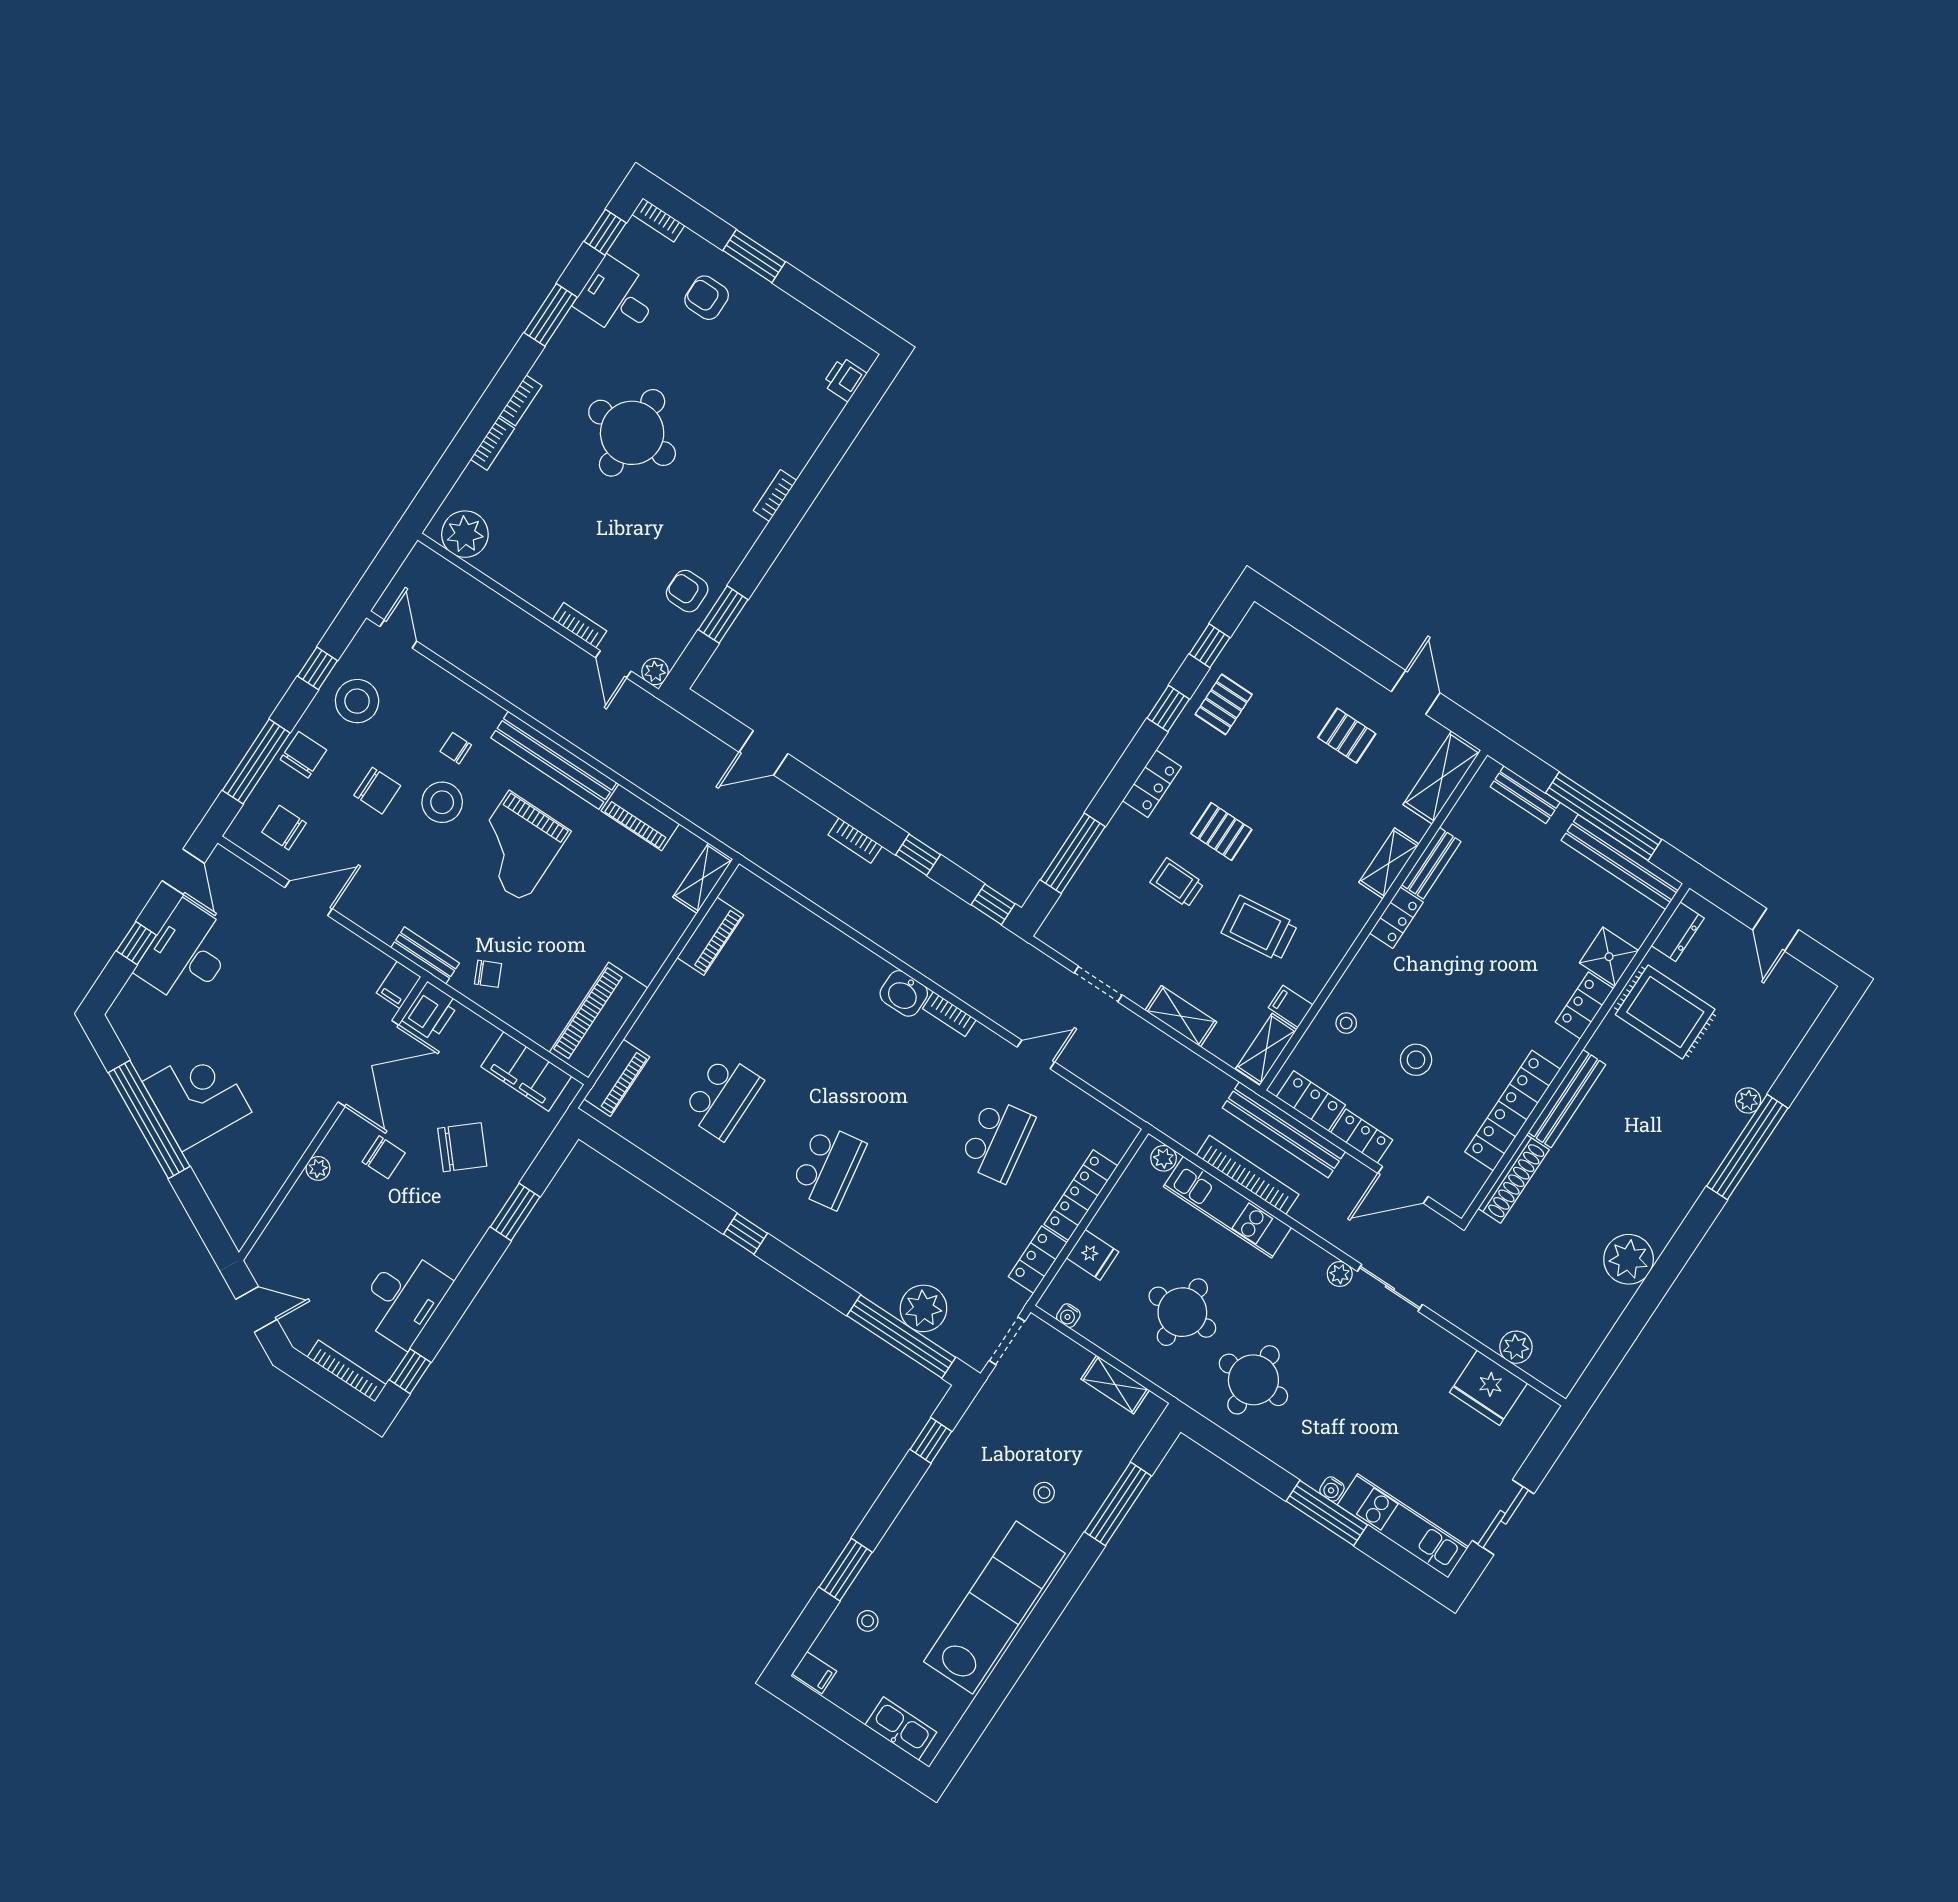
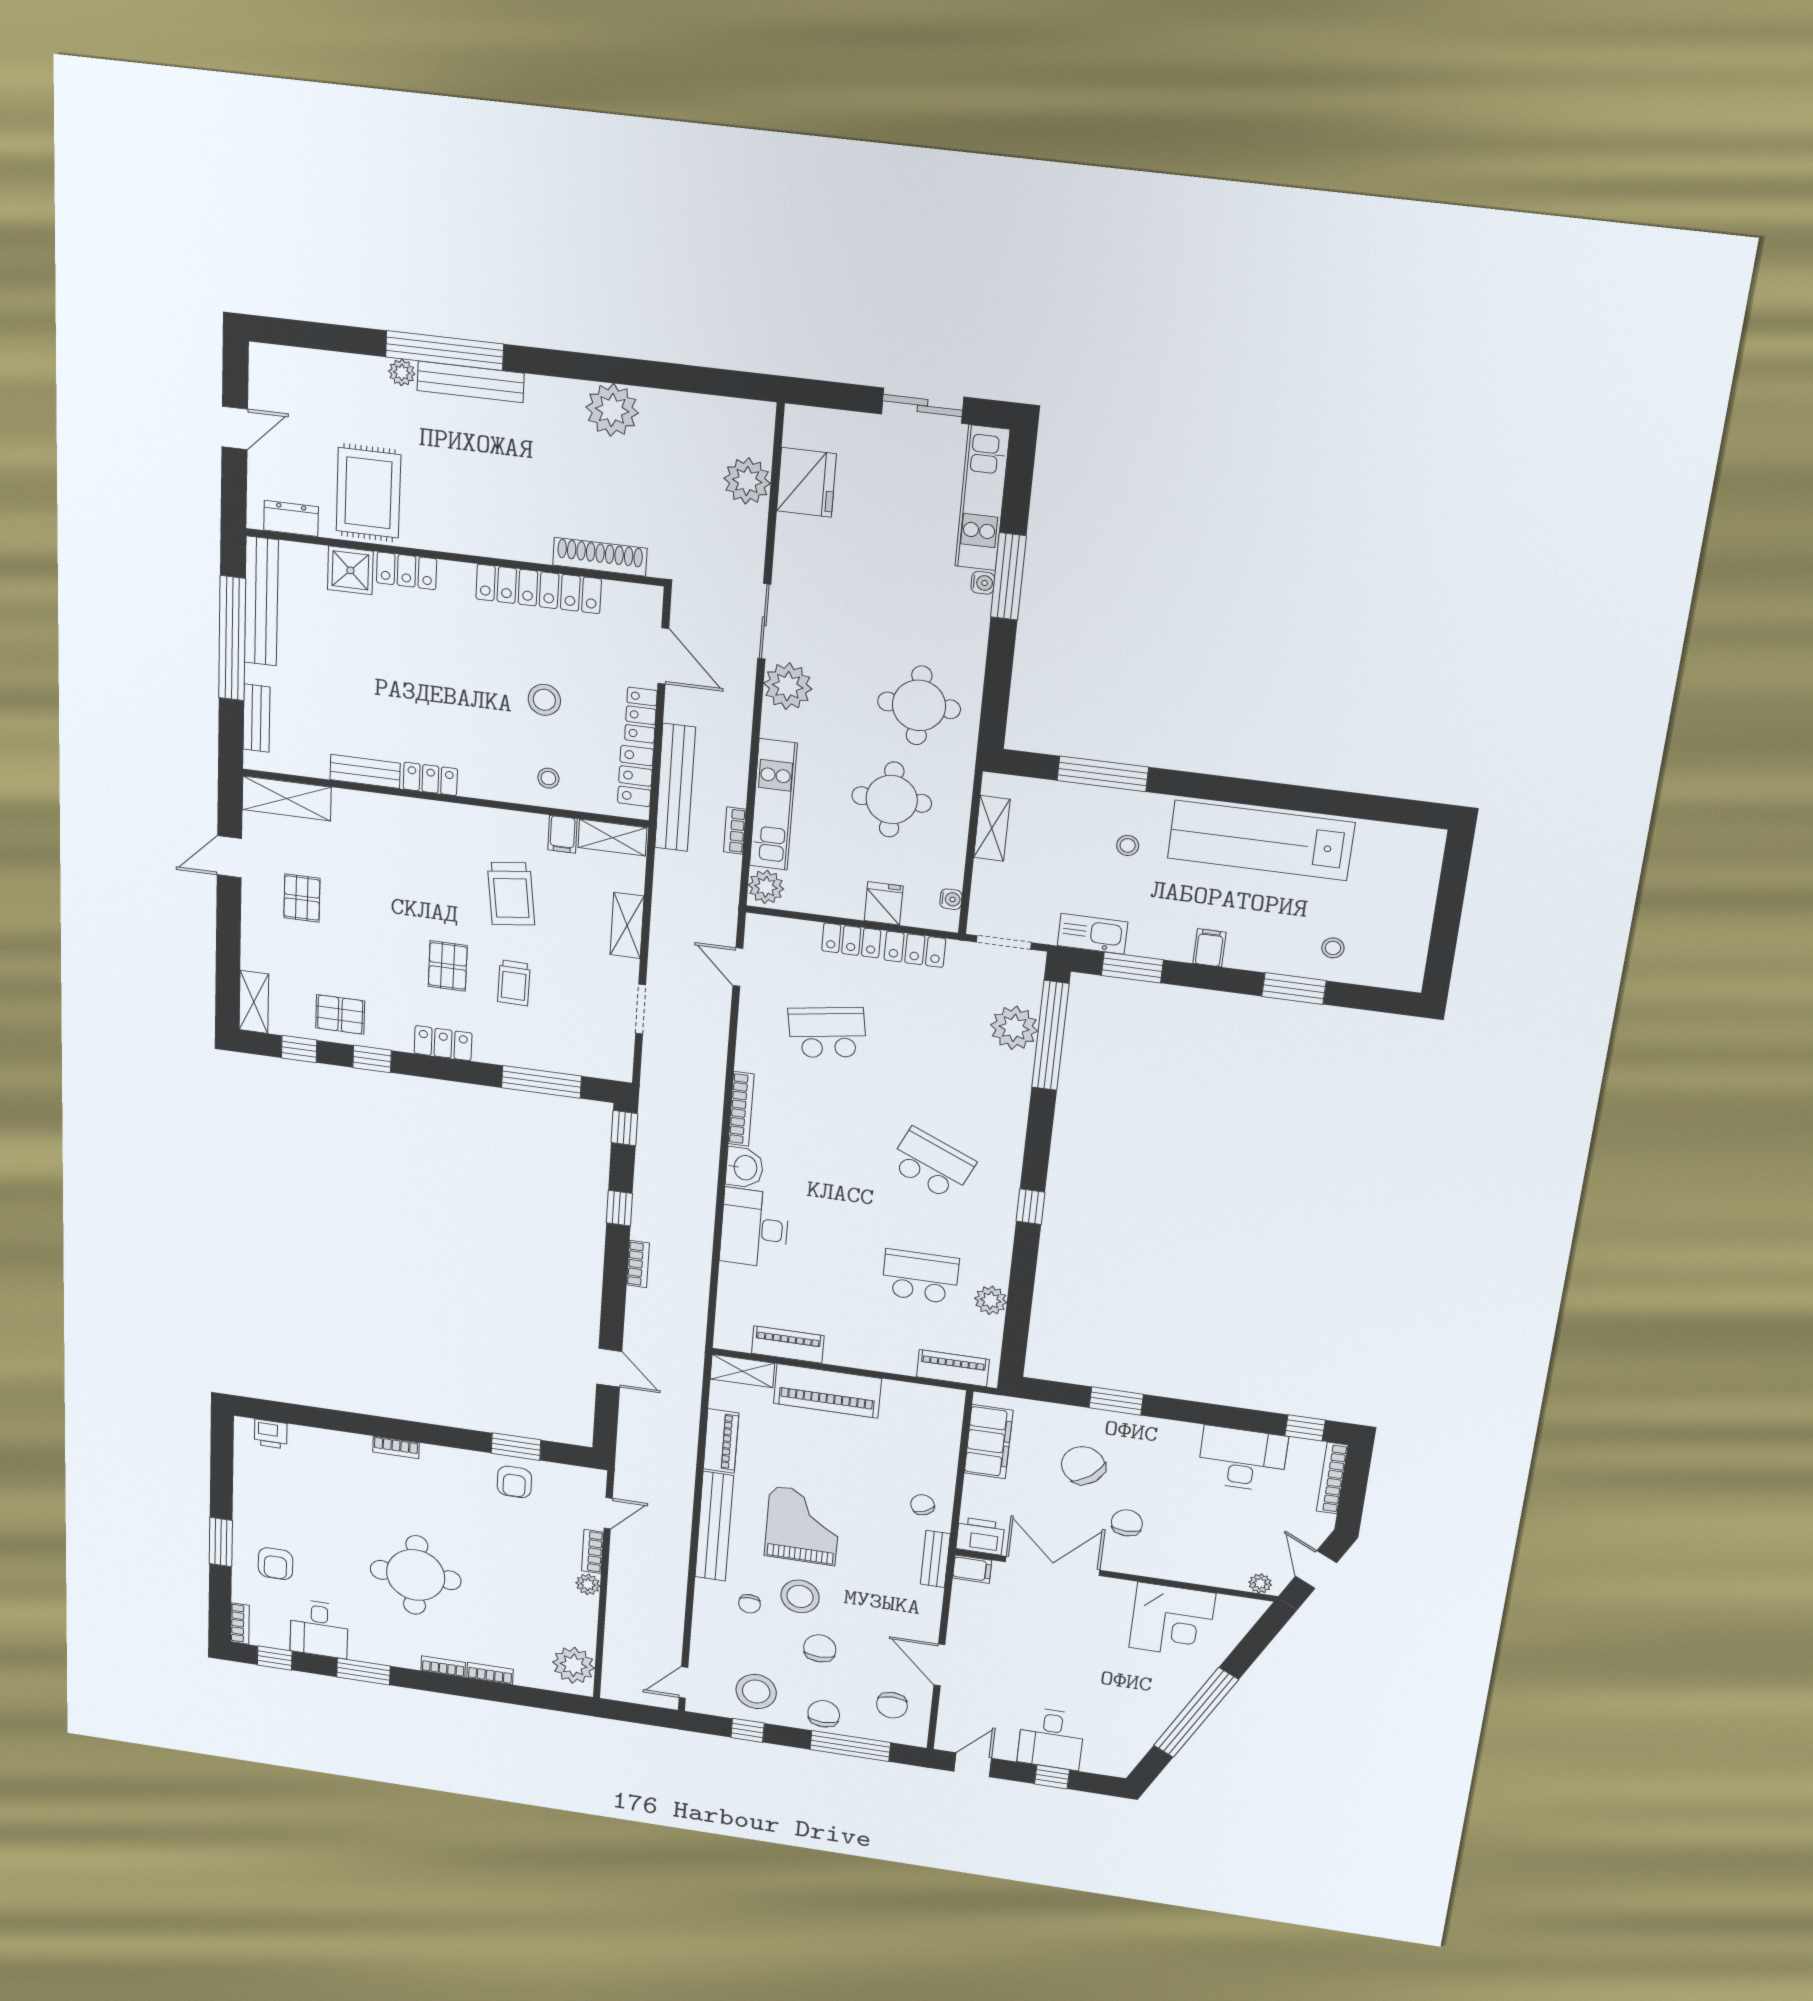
plant: (655, 672) -> (588, 1584), moved
chair: (303, 755) -> (824, 1714), turned 90
grand piano: (517, 847) -> (803, 1526), turned -90
shelving: (1389, 863) -> (254, 1002), moved, turned 90
desk: (187, 954) -> (1051, 1739), width x0.73
desk: (840, 970) -> (754, 1228), added
bookcase: (949, 1014) -> (741, 1109), width x1.56
piano: (599, 1020) -> (827, 1391), moved
door: (1036, 1054) -> (738, 967), moved
corner desk: (197, 1097) -> (1172, 1620), moved, turned -117
bench: (1567, 1099) -> (471, 382), moved
plant: (669, 1149) -> (991, 1300), added
plant: (1164, 1158) -> (766, 887), width x1.38, depth x1.38
school desk: (828, 1167) -> (932, 1164), turned 33
plant: (318, 1168) -> (1260, 1583), moved
bookcase: (1248, 1175) -> (735, 831), width x0.43, depth x0.76
locker: (1081, 1195) -> (851, 940), width x0.66
plant: (1340, 1274) -> (788, 686), width x1.88, depth x1.88
plant: (1516, 1347) -> (747, 481), width x1.36, depth x1.36
window: (931, 1440) -> (1132, 968), width x1.50
filing cabinet: (814, 1673) -> (1209, 948), moved
kitchen sink: (901, 1729) -> (1093, 934), moved, turned 90

